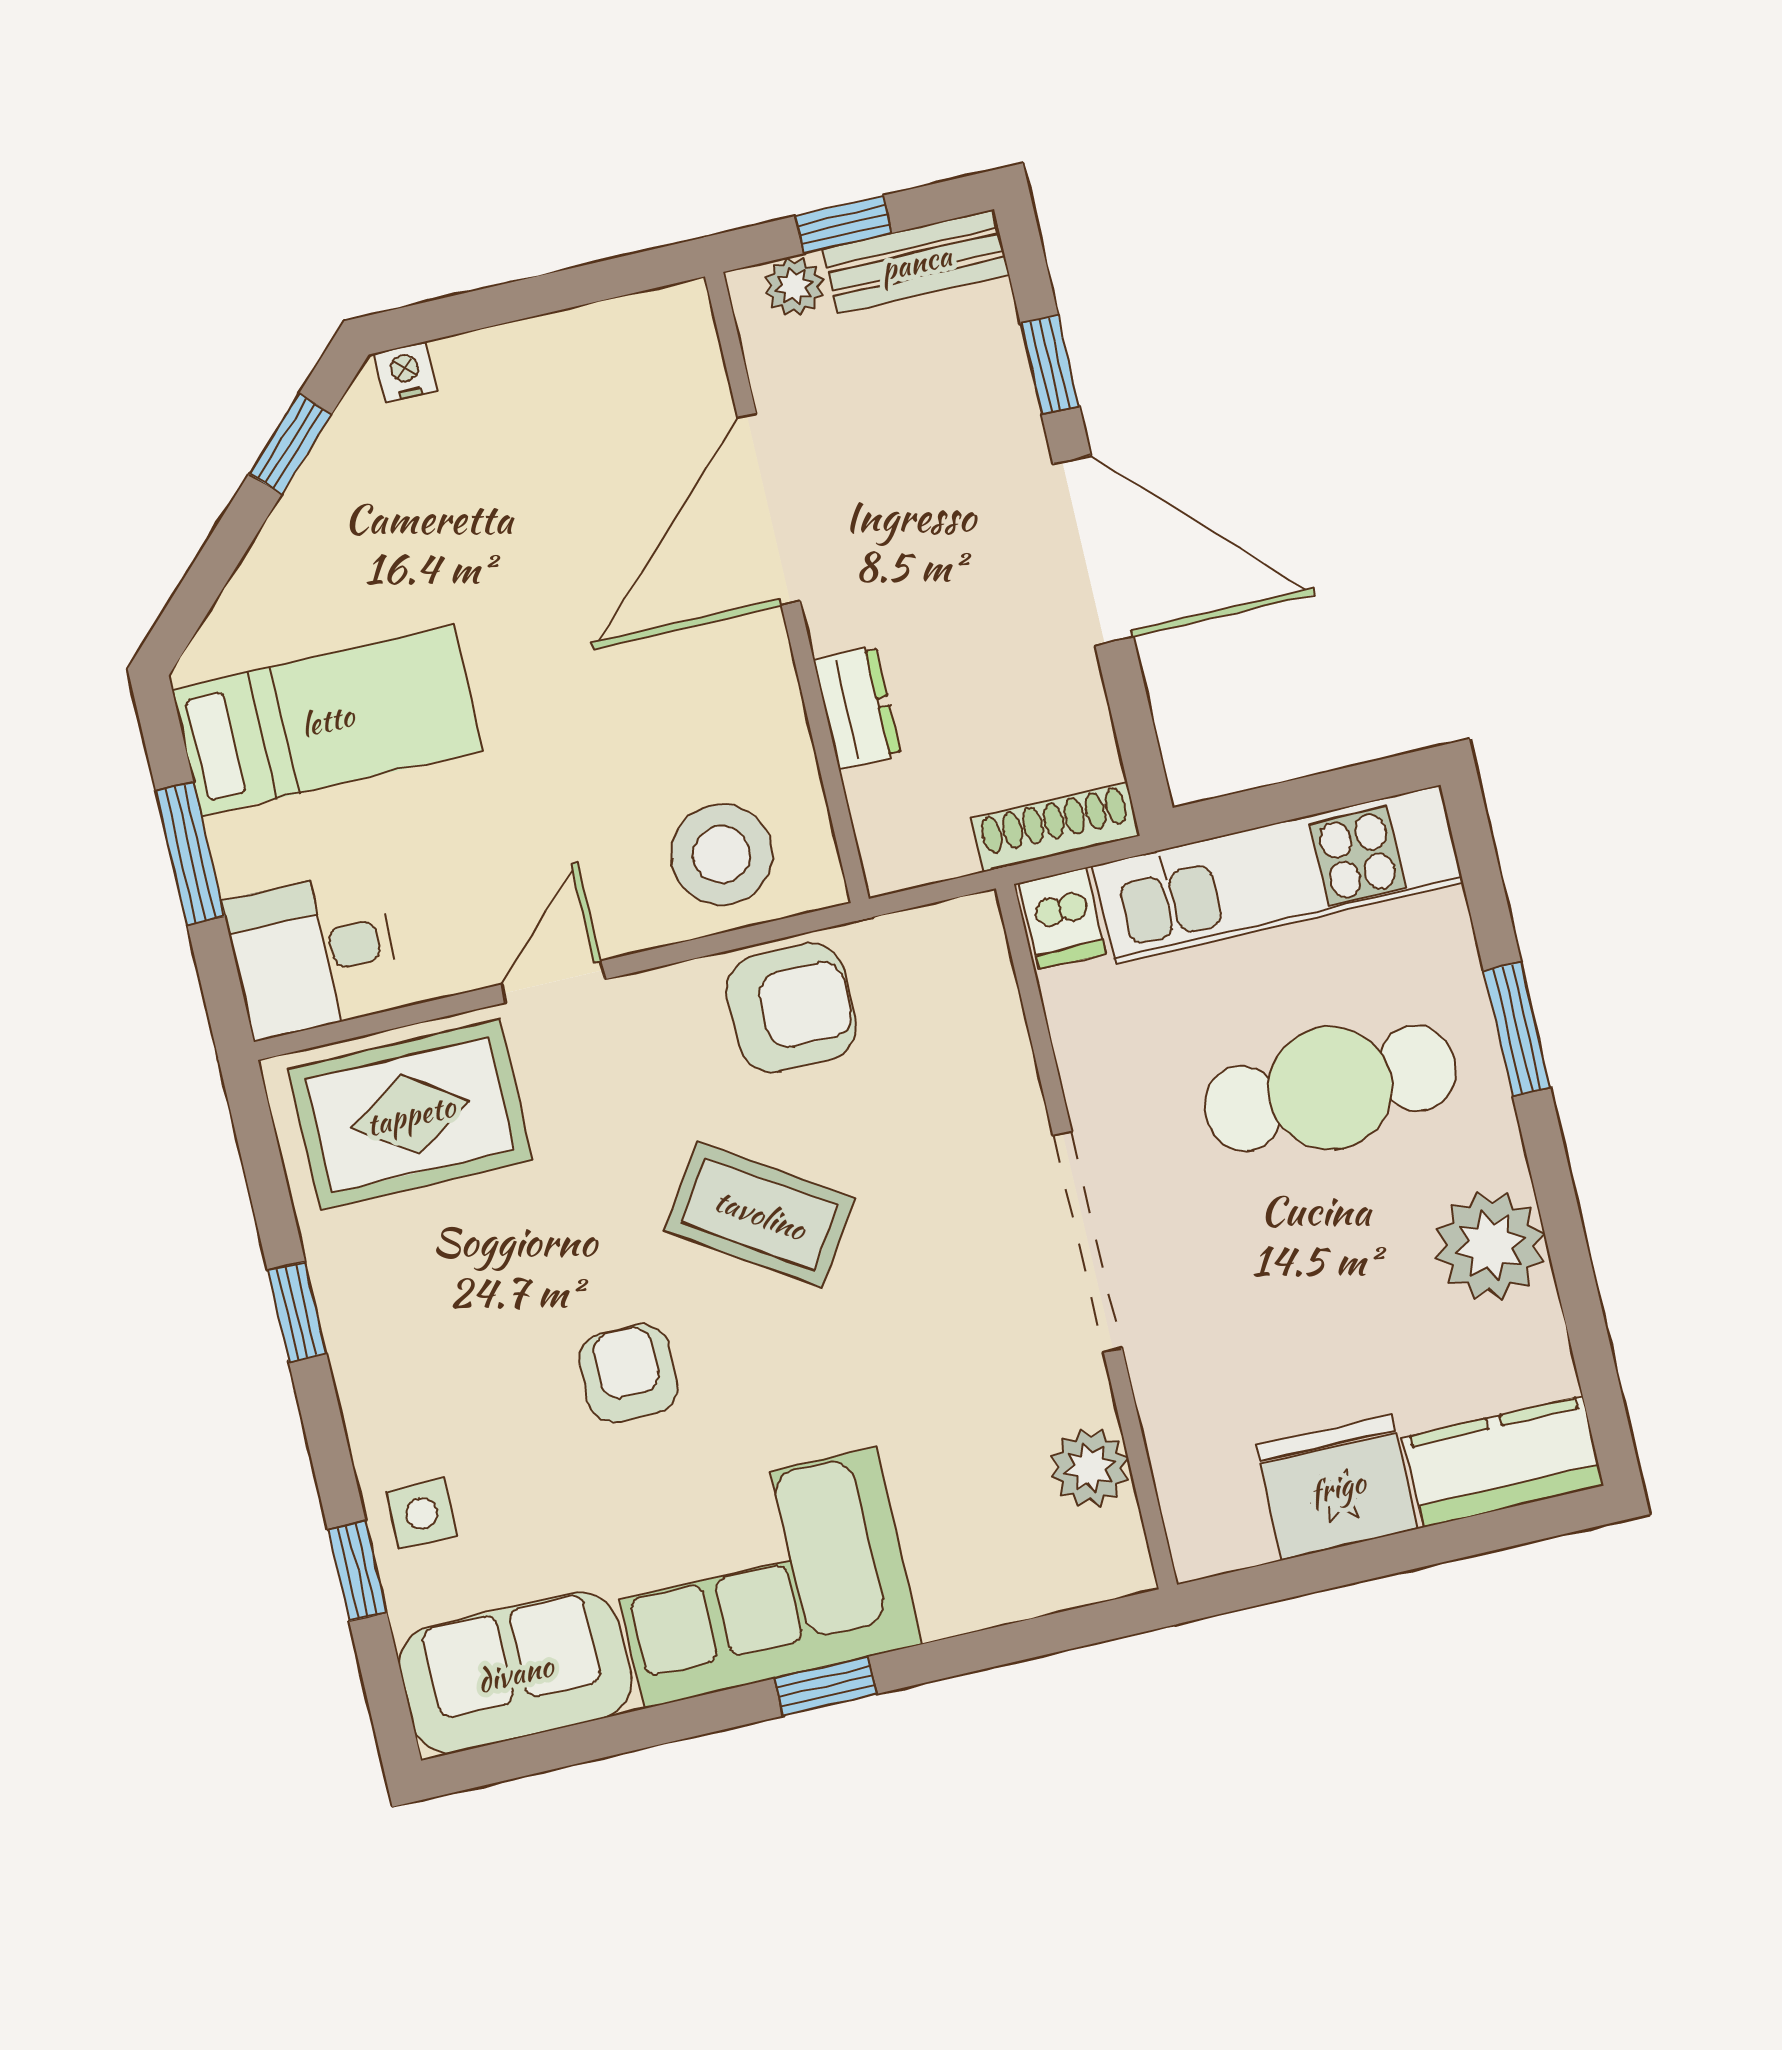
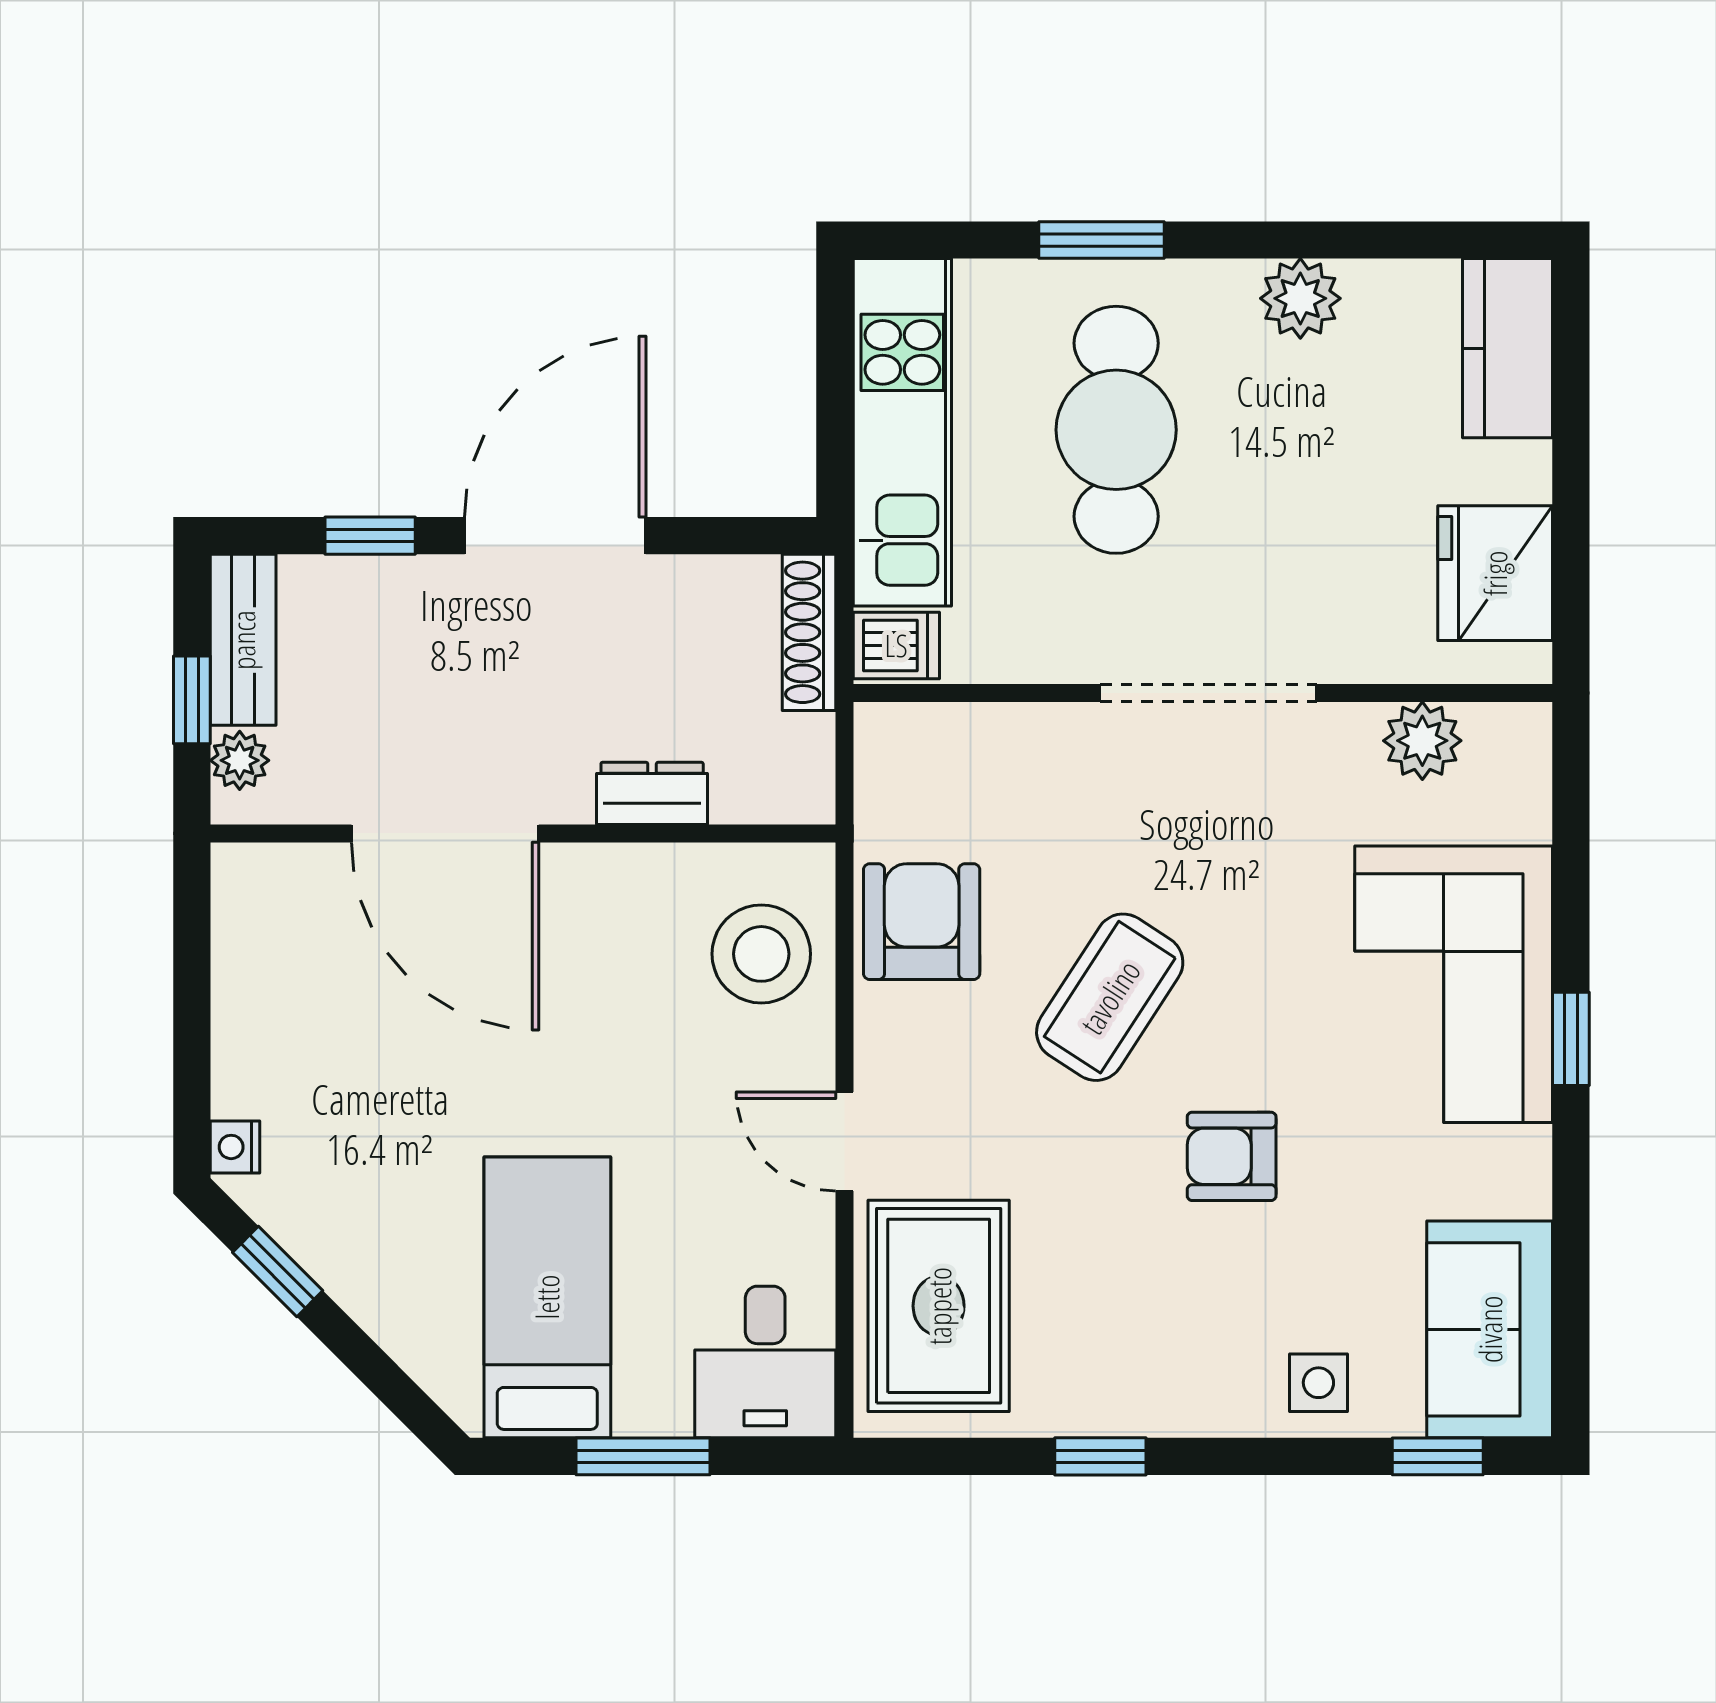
plant: (1490, 1246) -> (1300, 298), width x0.73, depth x0.73
fridge: (1337, 1487) -> (1495, 573), moved
window: (357, 1571) -> (1438, 1456), moved
corner sofa: (760, 1578) -> (1454, 984), moved

